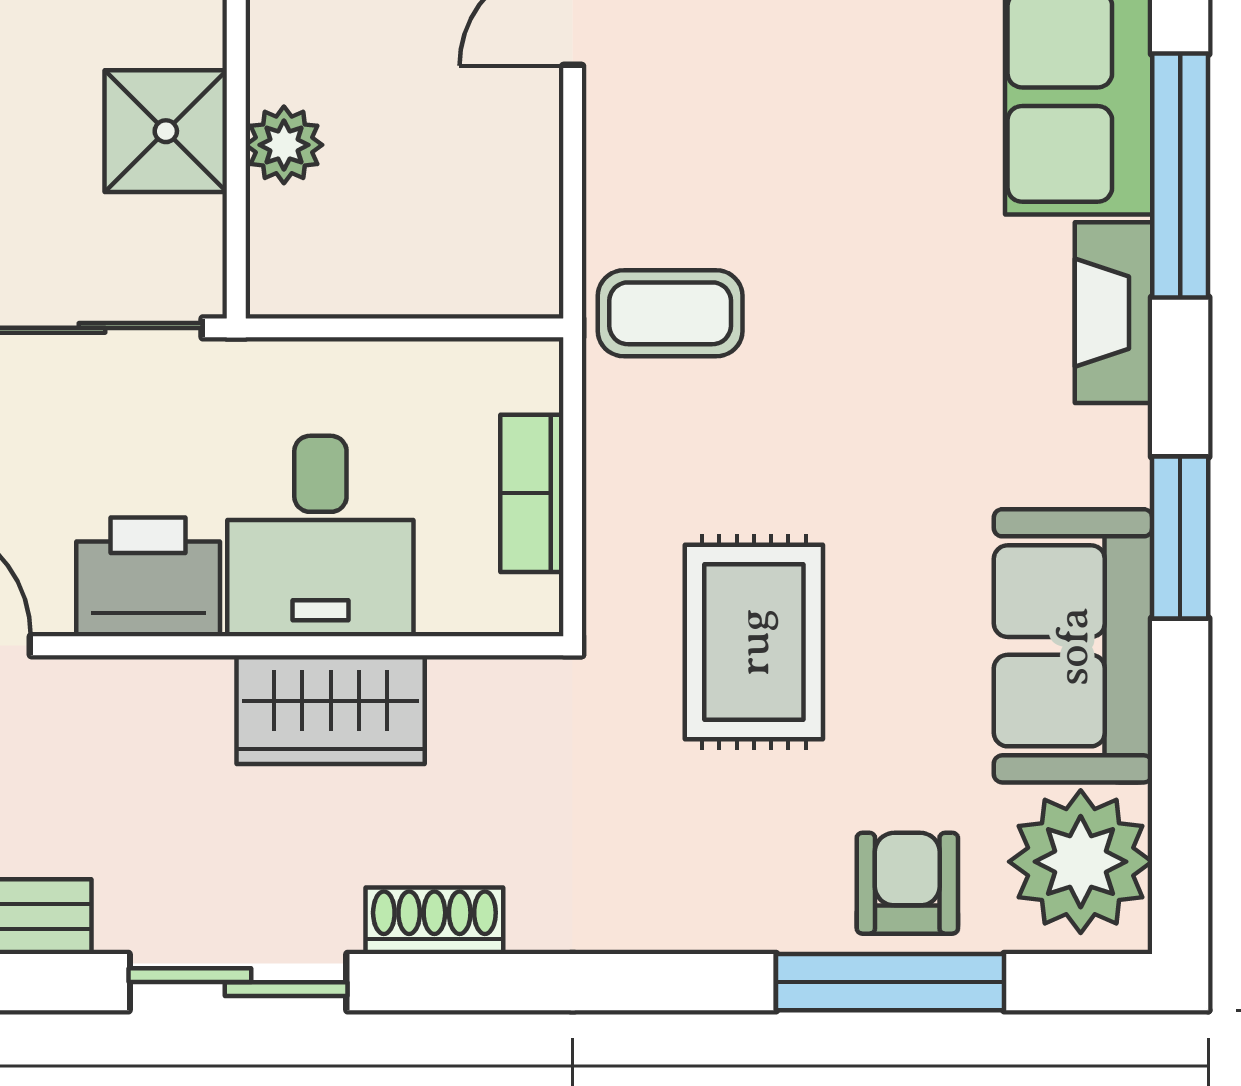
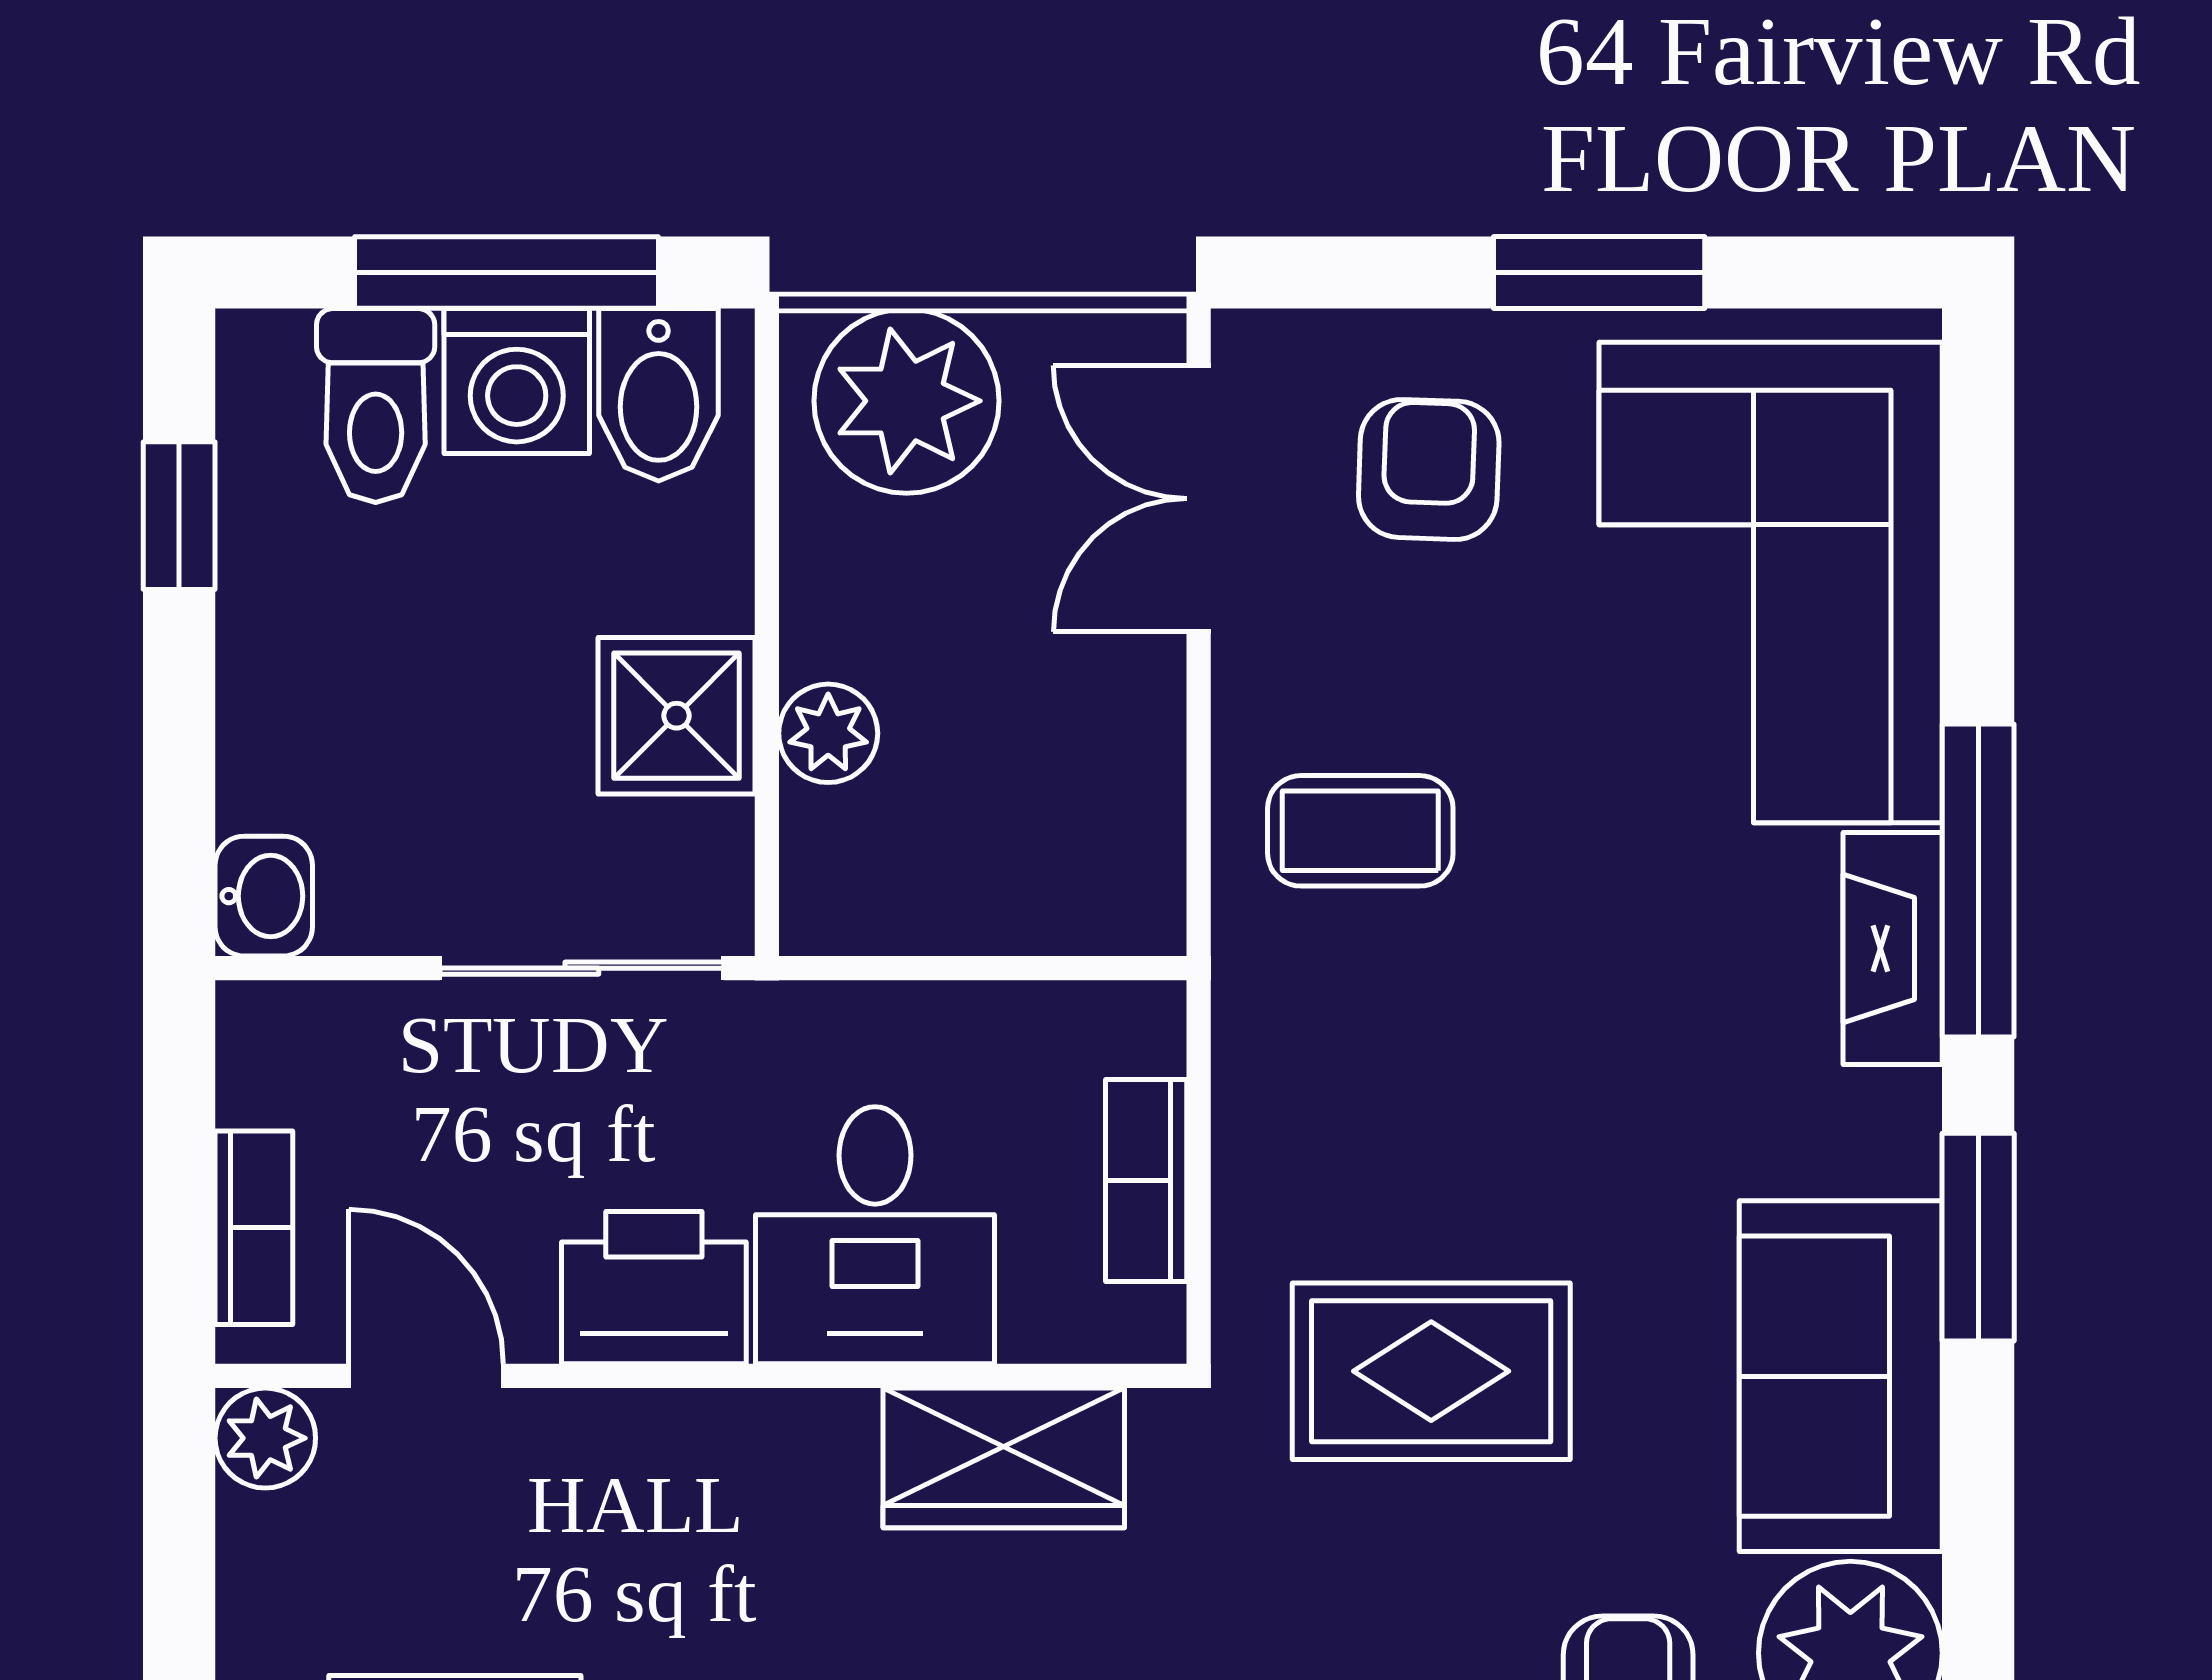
window: (1180, 176) -> (1978, 881), moved
coffee table: (670, 313) -> (1360, 831), moved
rug: (754, 642) -> (1431, 1371), turned 90
wardrobe: (331, 710) -> (1004, 1458), moved

